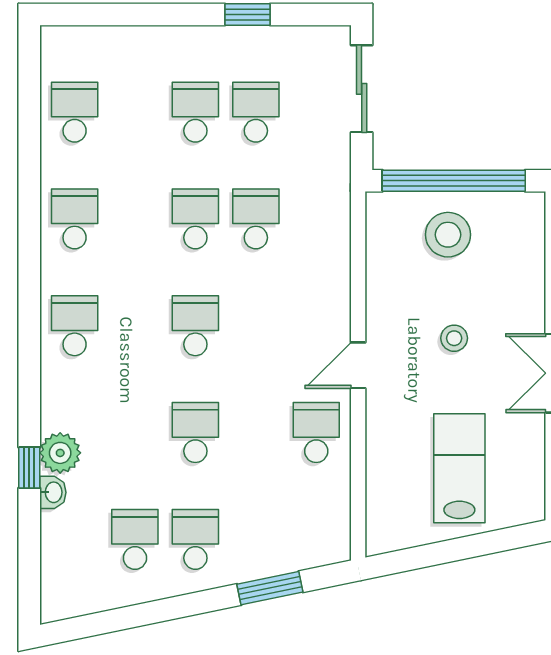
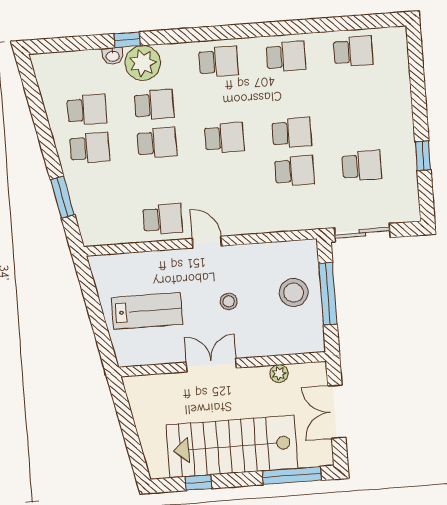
sliding door: (362, 89) -> (362, 233), moved
school desk: (195, 112) -> (154, 105), moved
window: (454, 181) -> (328, 294), width x0.68
plant: (60, 453) -> (143, 63), width x1.36, depth x1.36

